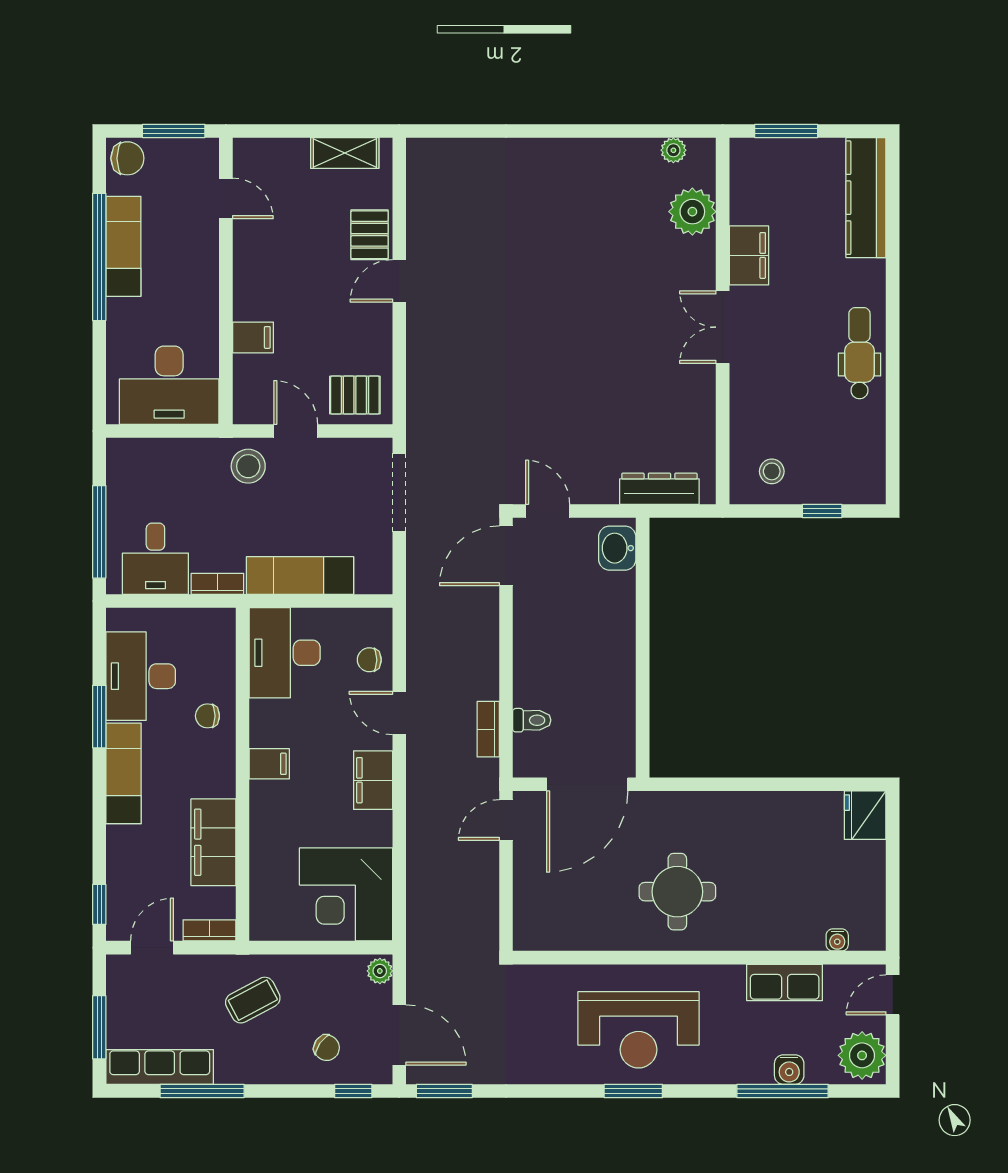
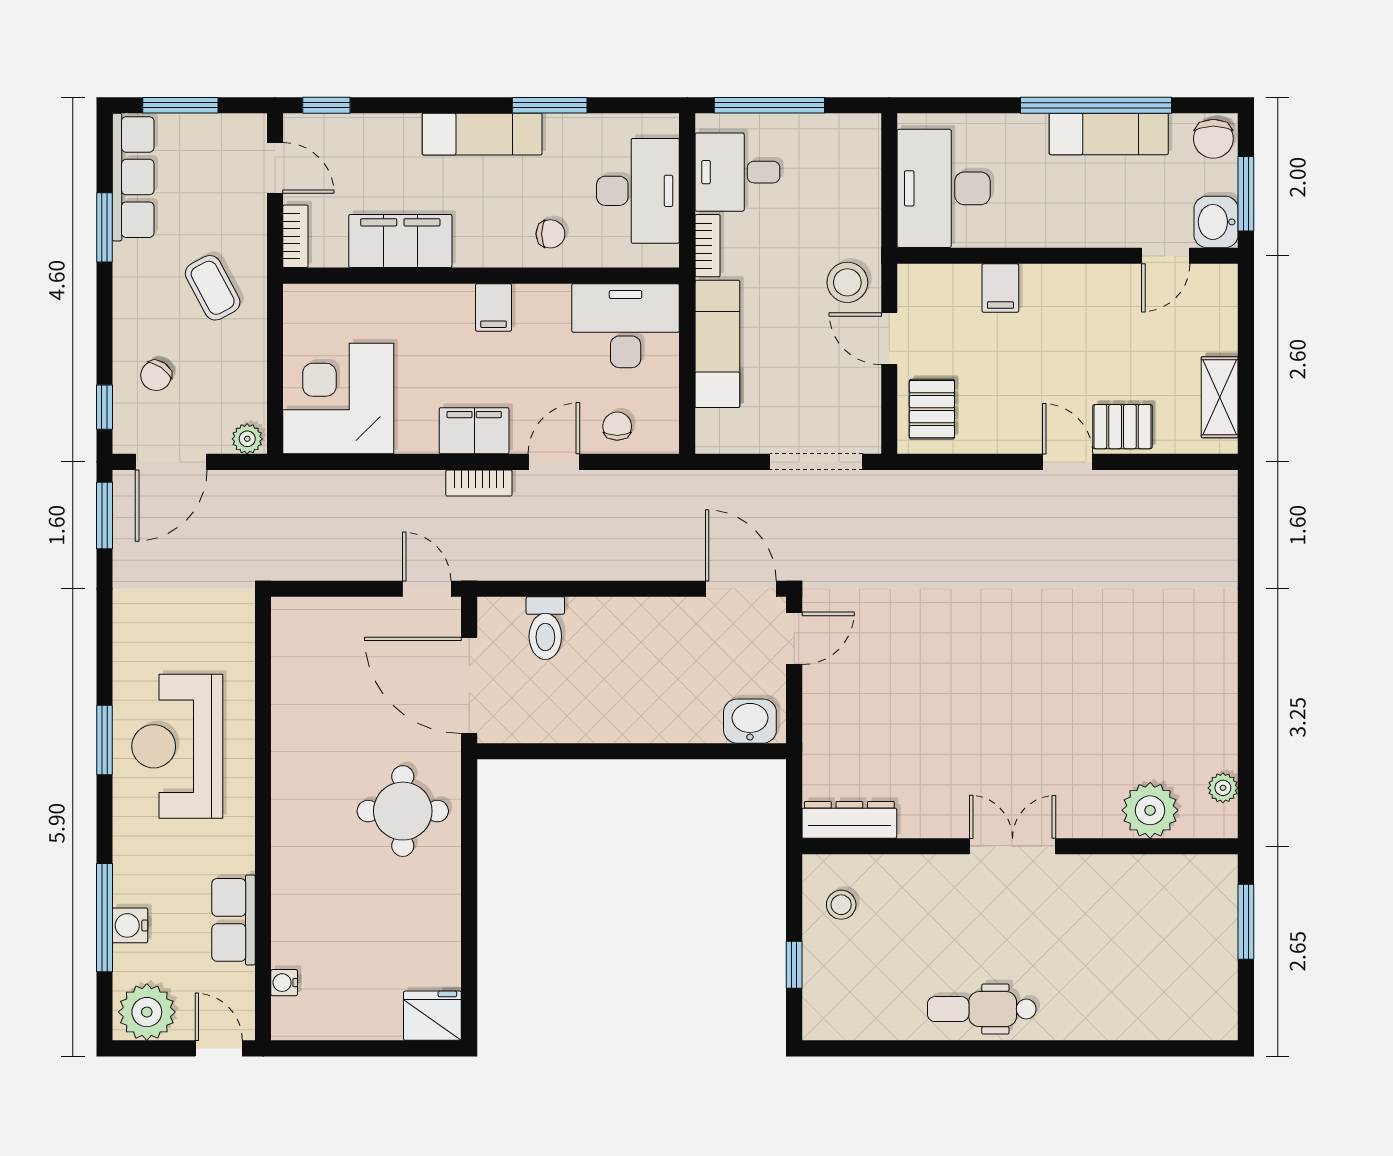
washbasin: (197, 156) -> (1216, 222), added
kitchen counter: (866, 198) -> (1167, 1017), removed
filing cabinet: (749, 255) -> (1098, 878), removed
dental chair: (859, 353) -> (982, 1009), turned 180
door: (296, 431) -> (889, 339), swing flipped
dresser: (659, 489) -> (849, 820), moved, turned -90
desk: (141, 676) -> (638, 191), moved, turned 90
chair: (207, 716) -> (550, 234), turned 90
toilet: (532, 720) -> (545, 628), width x1.37, depth x1.39
bookcase: (488, 729) -> (479, 483), moved, turned 180
round table: (677, 892) -> (403, 811), moved
window: (202, 1091) -> (105, 227), width x0.69

